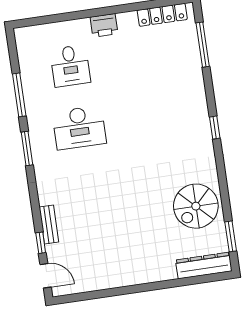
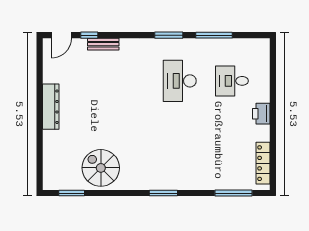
window: (215, 128) -> (163, 193), width x1.50
dresser: (204, 266) -> (51, 107), moved

